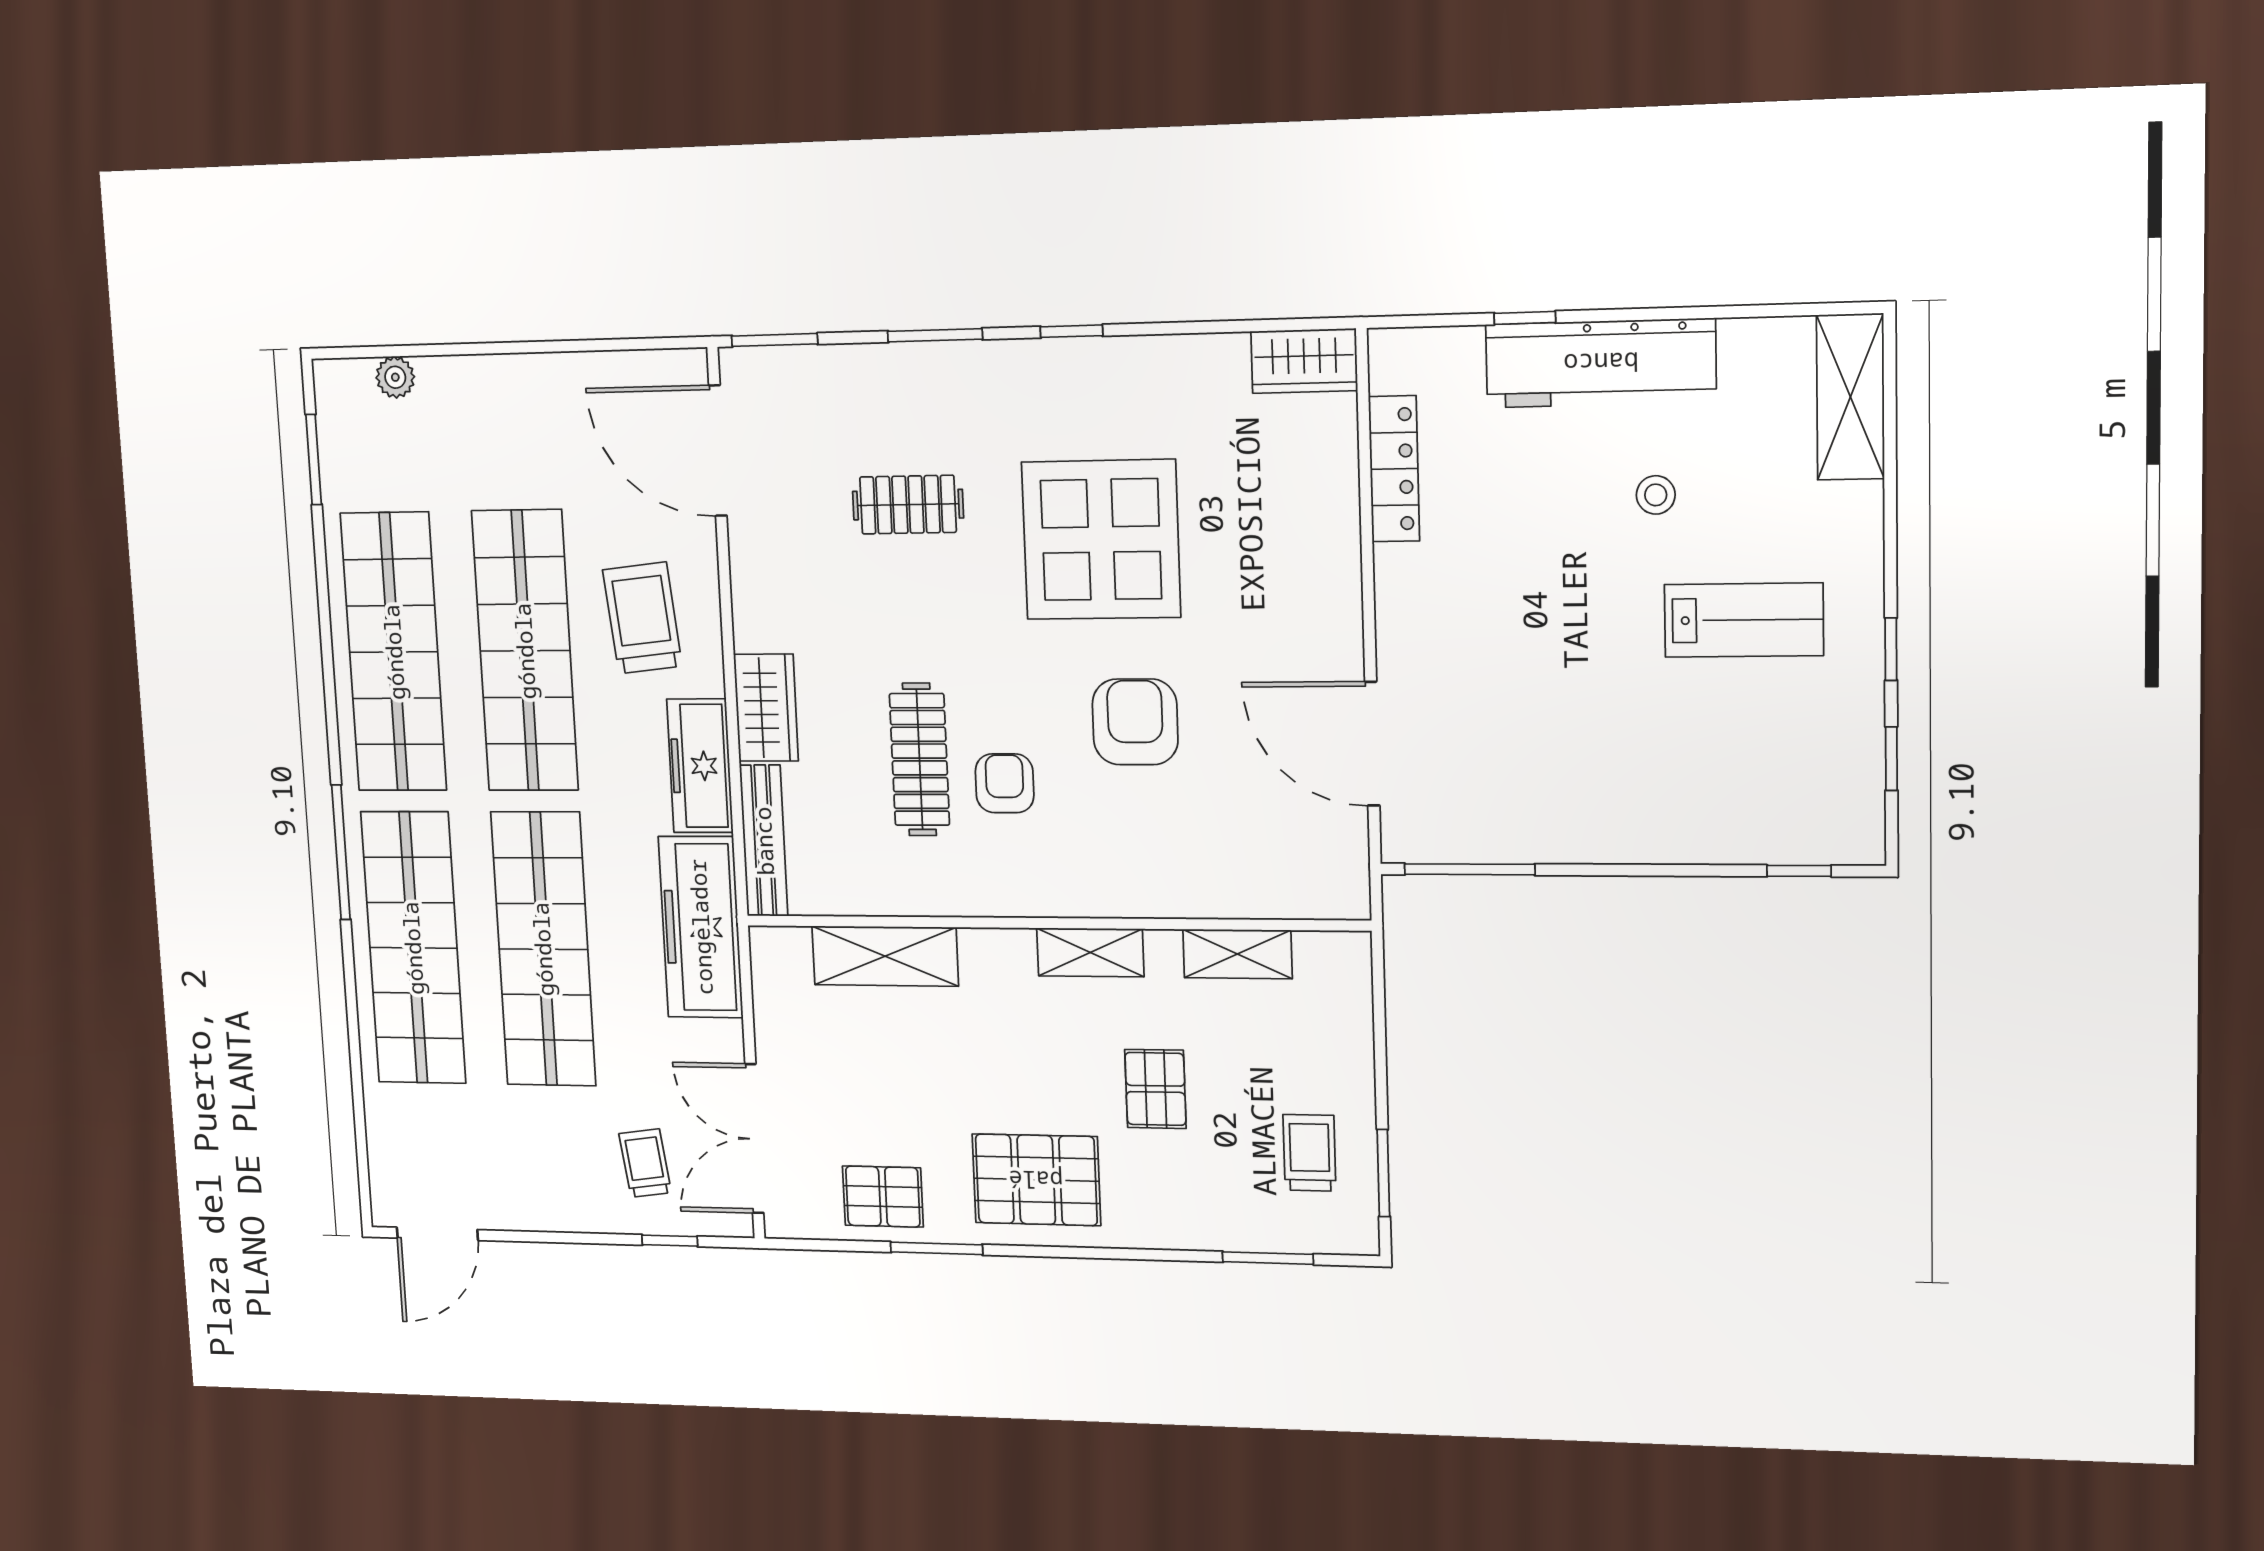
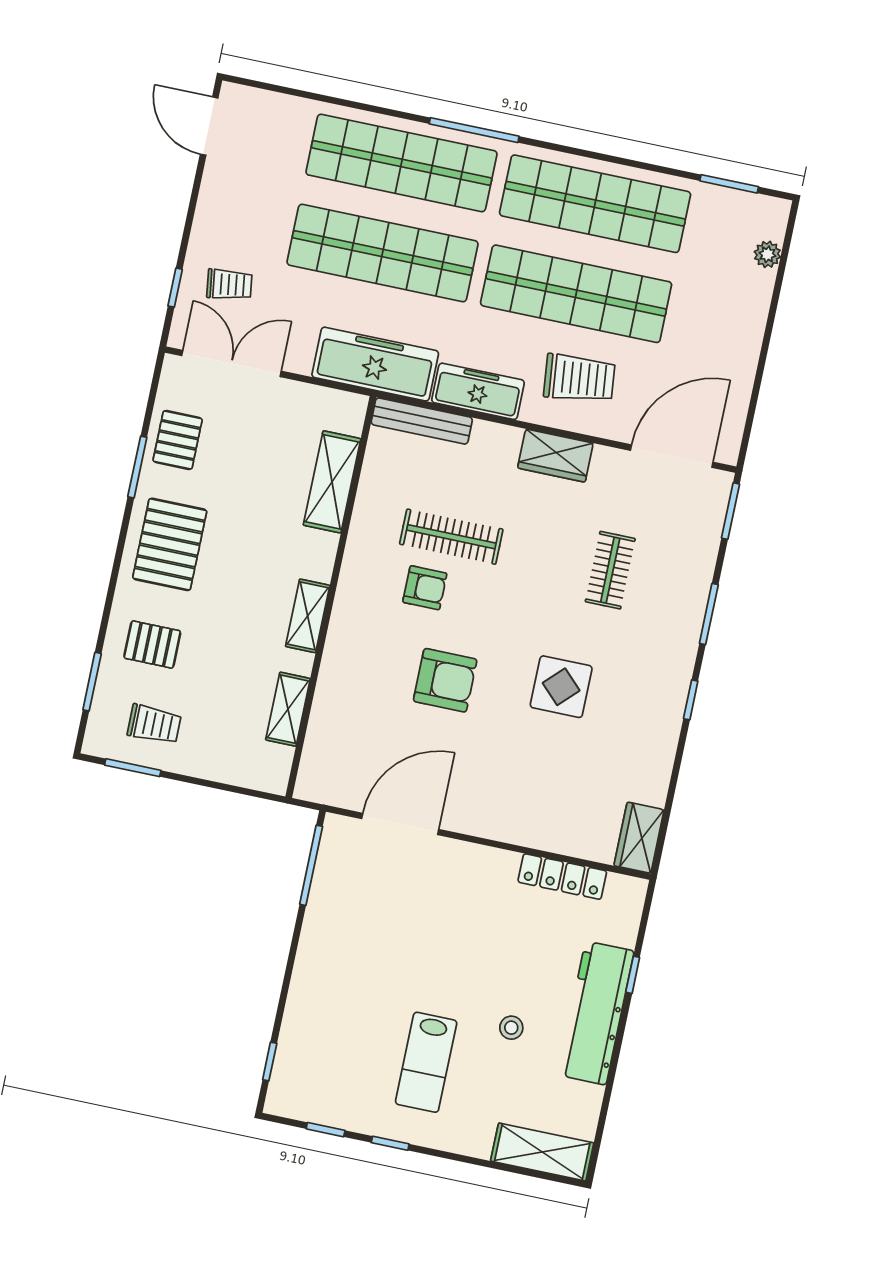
display table: (1101, 540) -> (561, 687), width x0.54, depth x0.54
wardrobe: (766, 708) -> (555, 456), moved
pallet: (1155, 1089) -> (152, 644), moved

